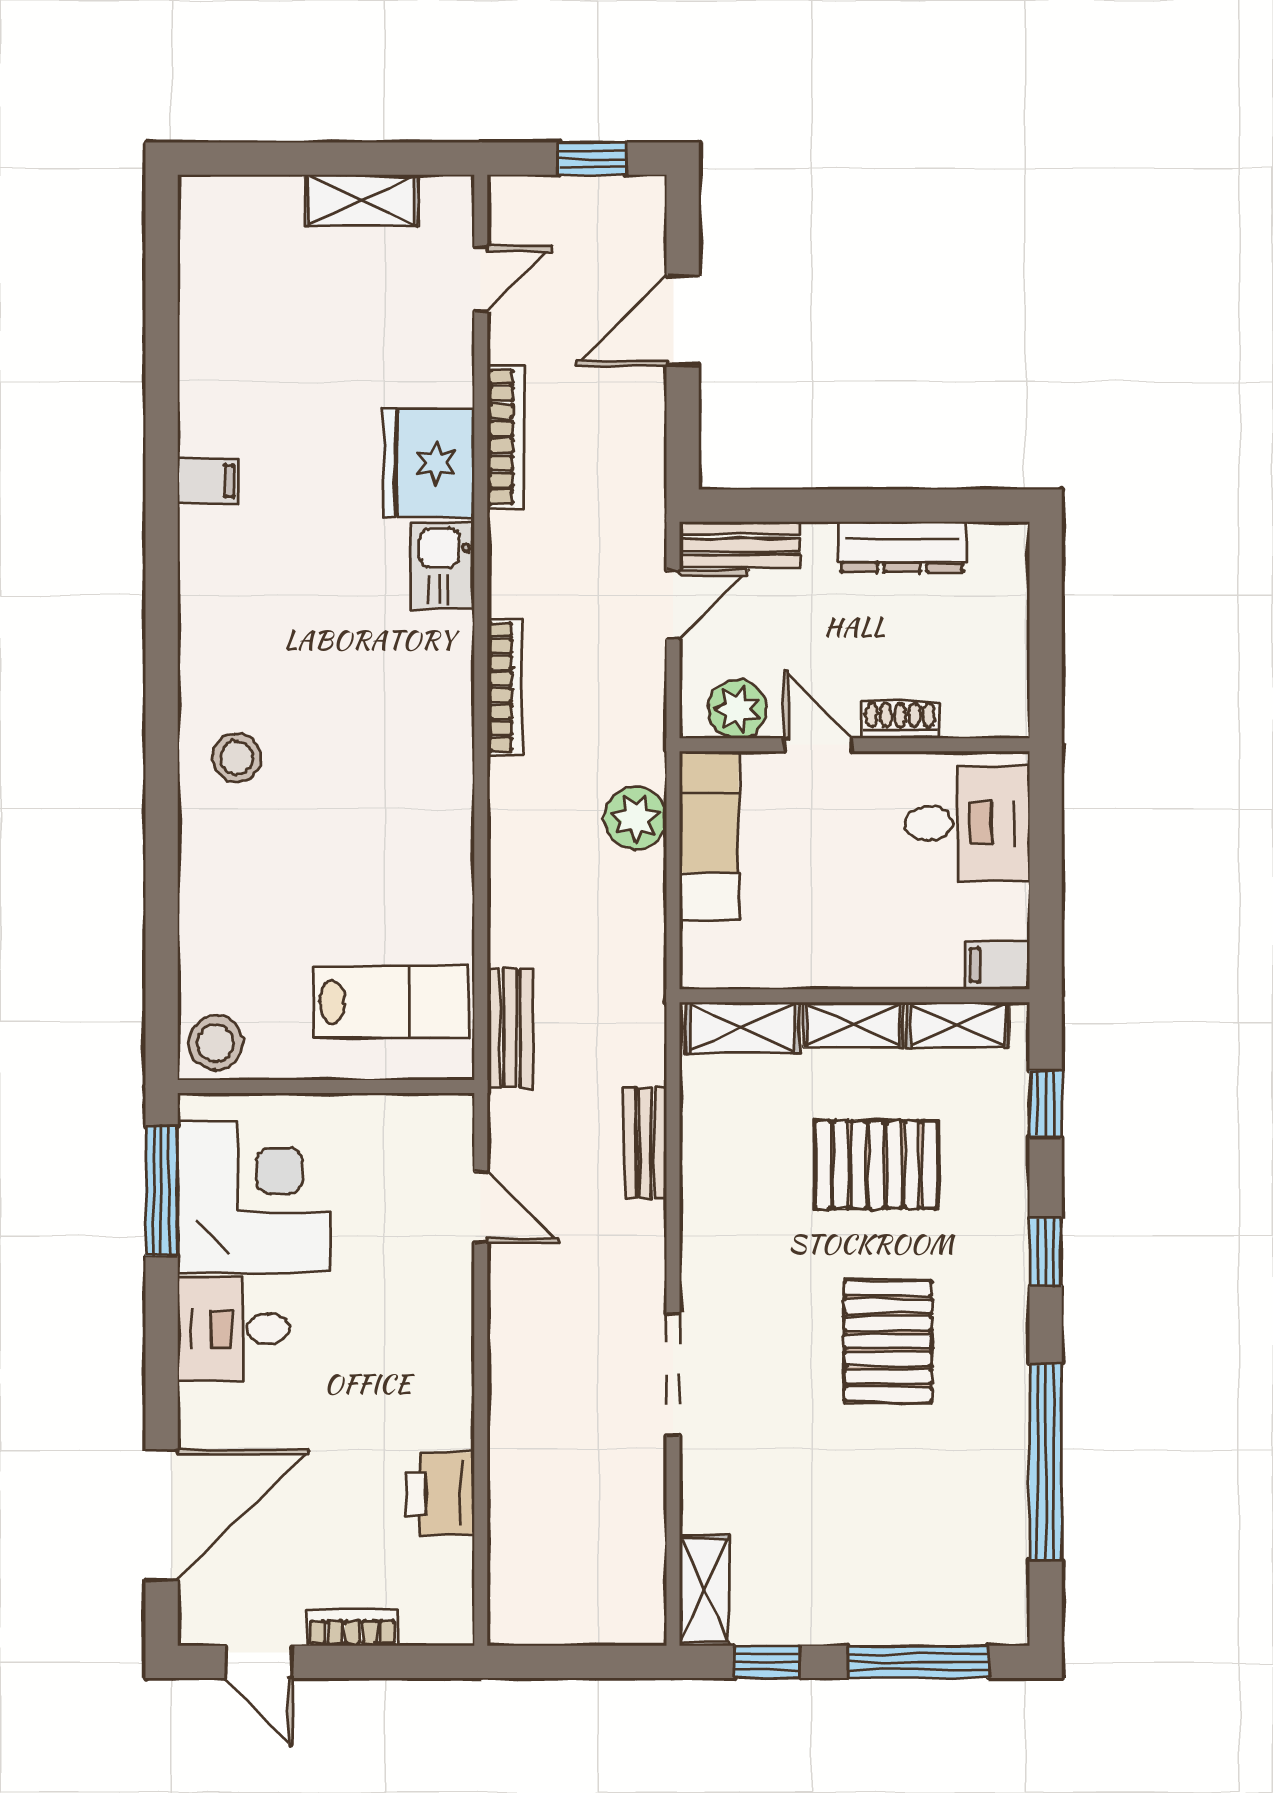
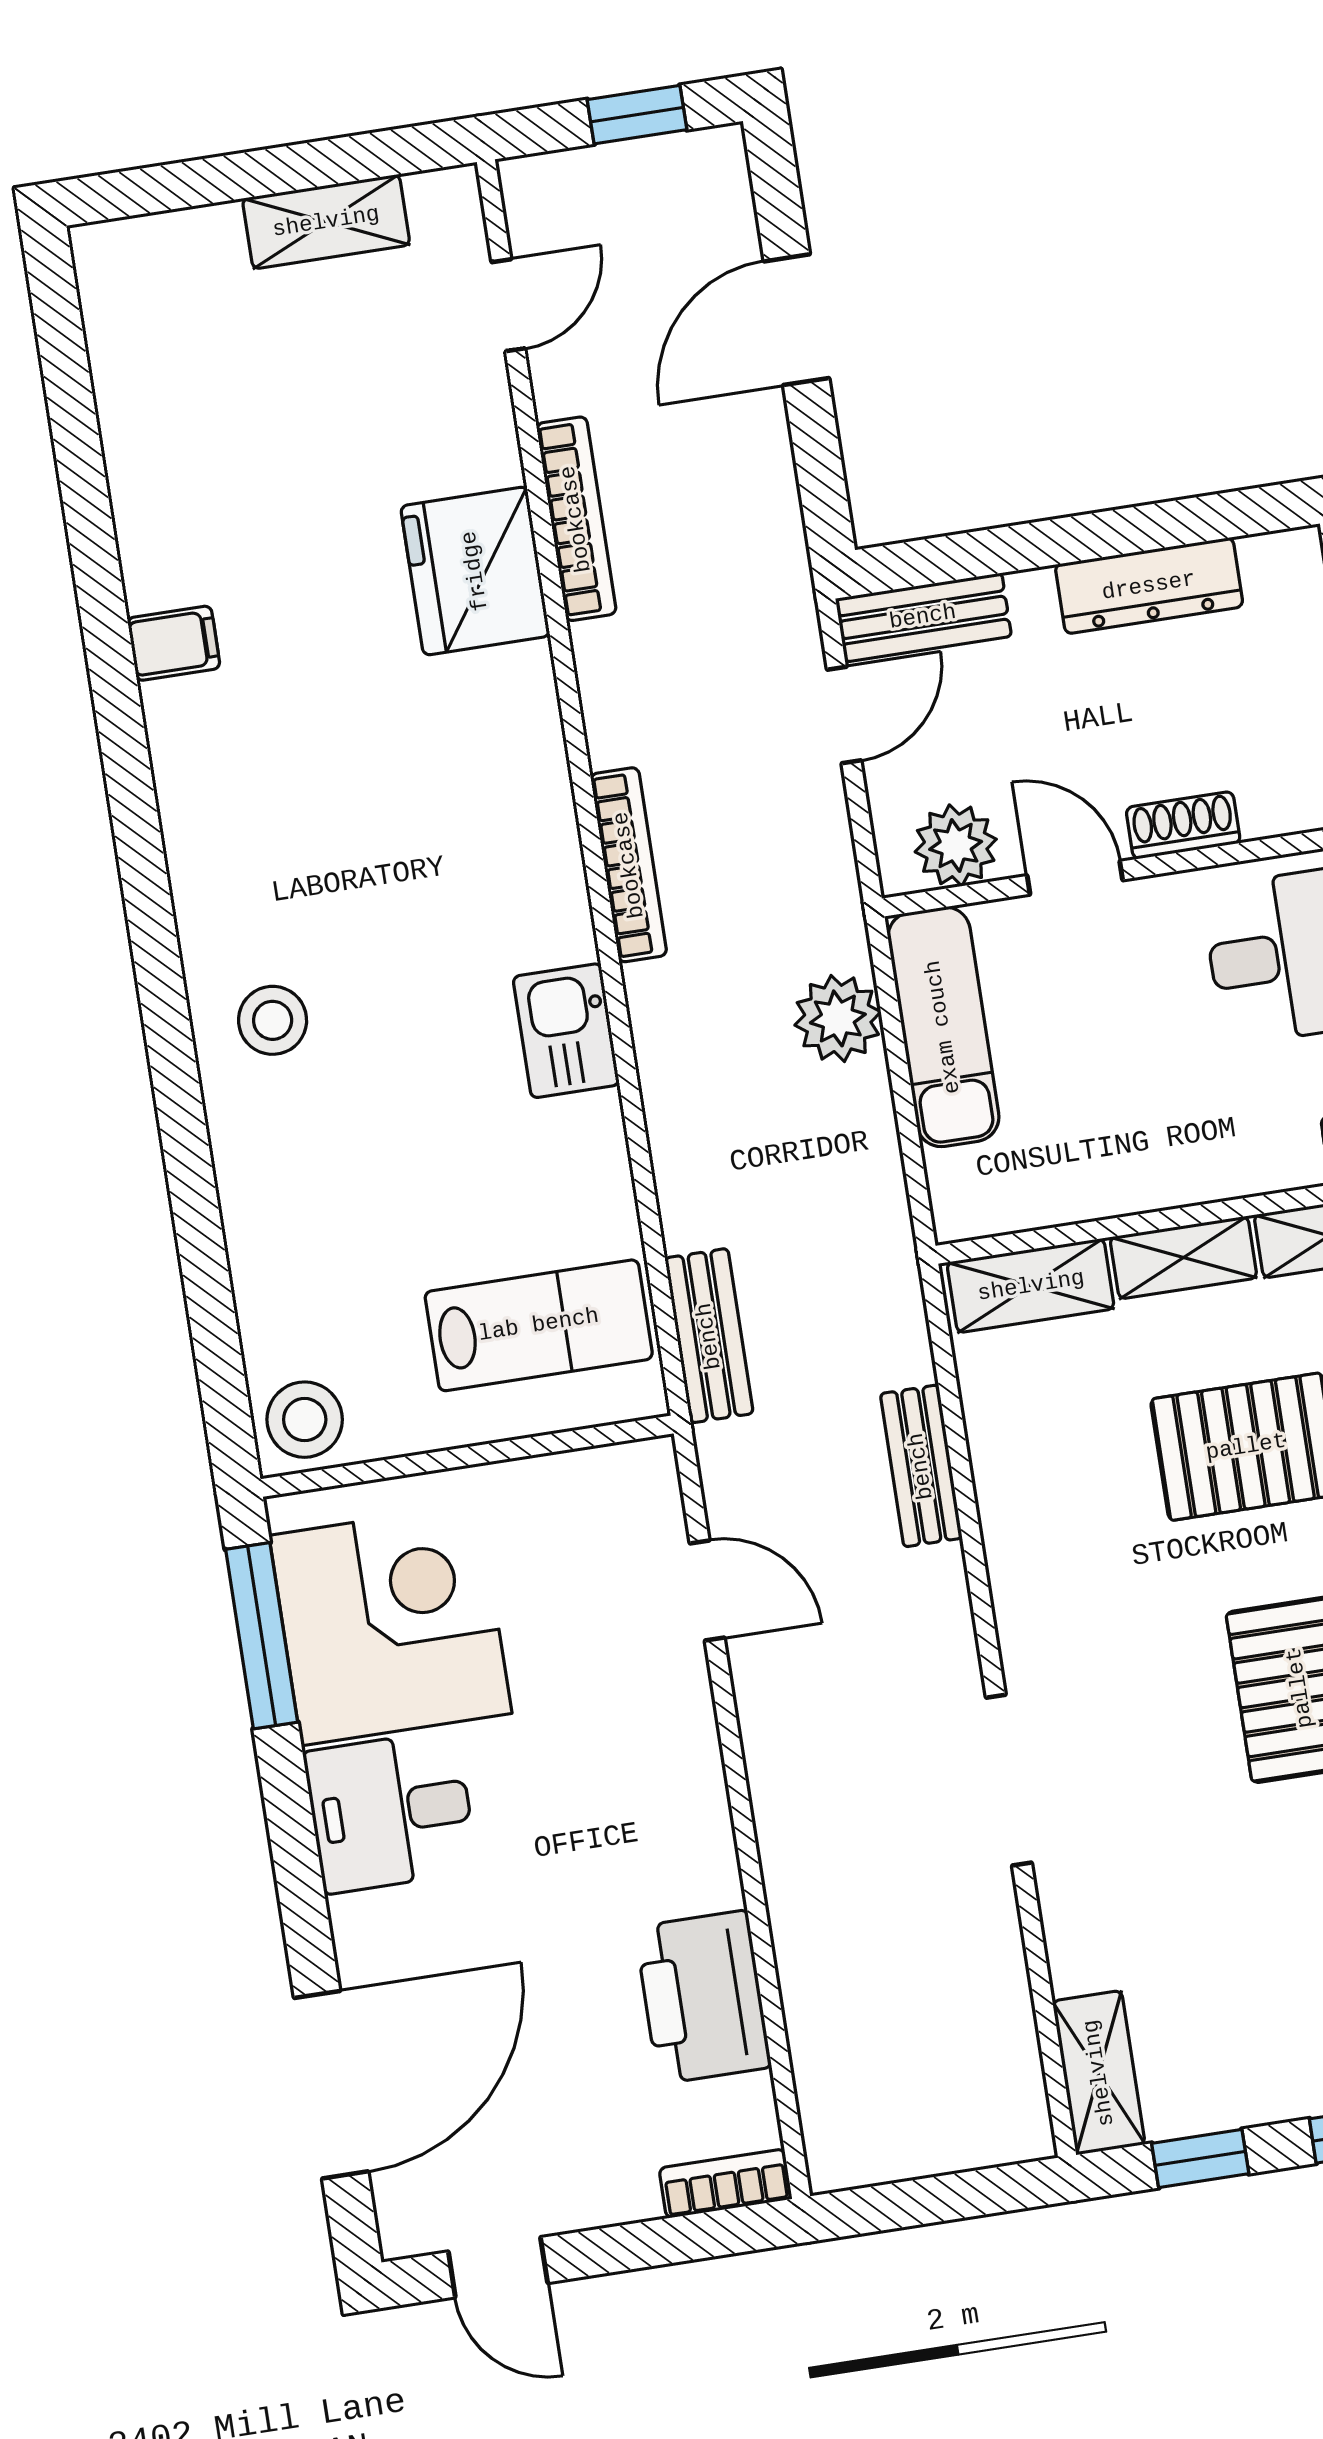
kitchen sink: (442, 565) -> (566, 1031), moved
printer: (440, 1494) -> (703, 1997), width x1.37, depth x1.19
bookcase: (352, 1628) -> (726, 2184), moved

